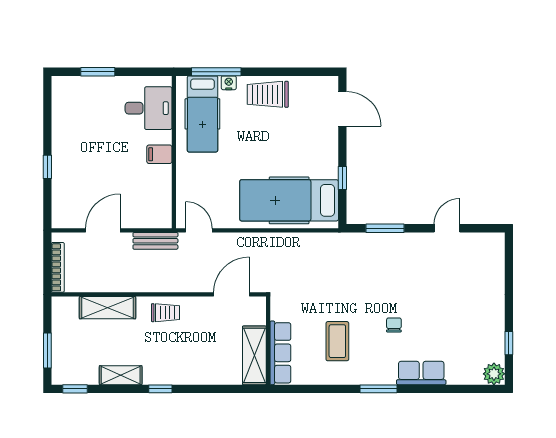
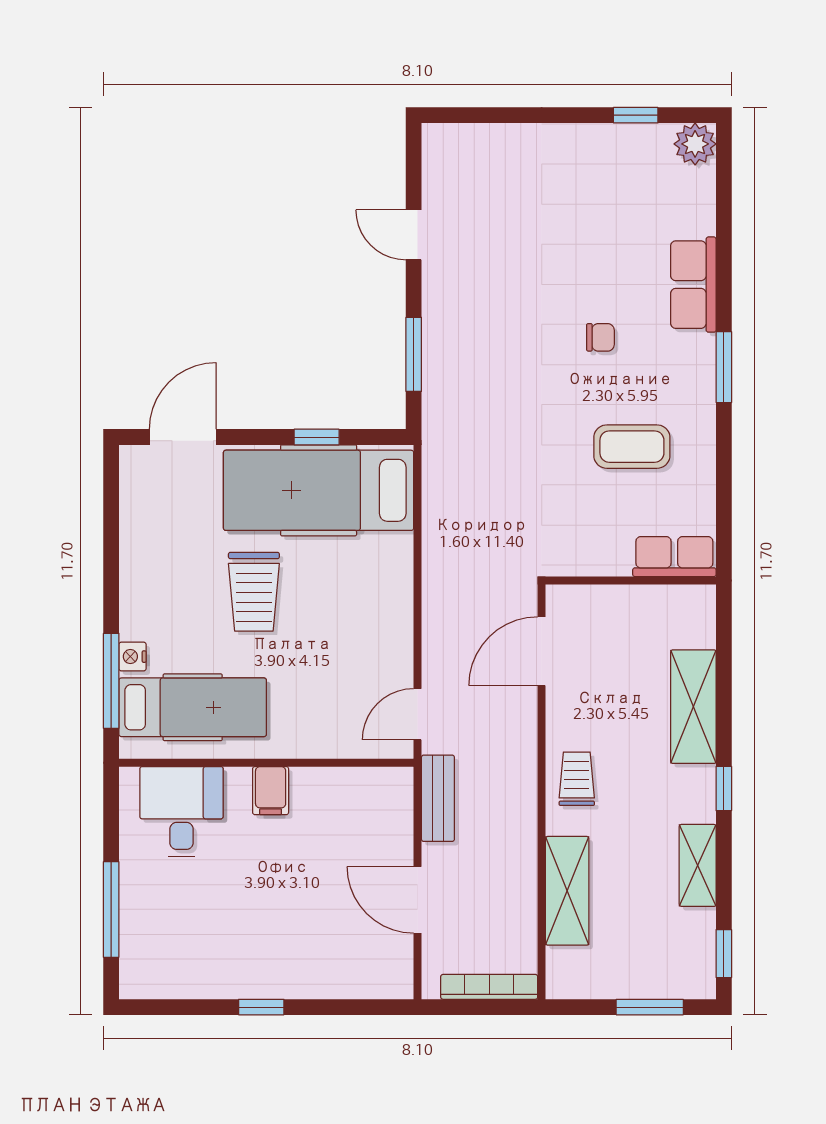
window: (98, 72) -> (111, 909), width x1.44
trolley: (268, 94) -> (254, 592), moved
window: (47, 167) -> (261, 1007), moved
hospital bed: (289, 200) -> (319, 490), moved, turned 90
door: (231, 294) -> (542, 651), hinge flipped
chair: (394, 325) -> (600, 337), turned 180
row of seats: (280, 353) -> (674, 557), width x0.68
shelving: (254, 355) -> (693, 707), moved, turned 90

